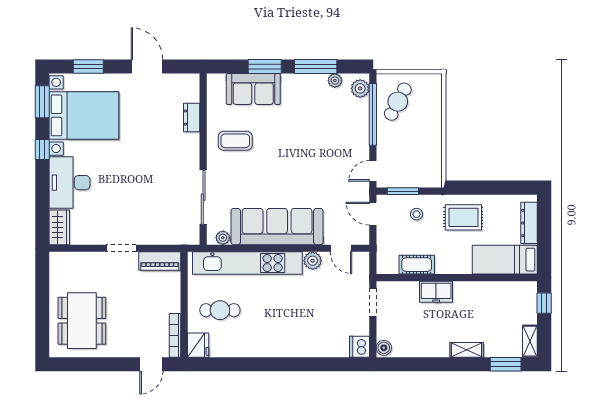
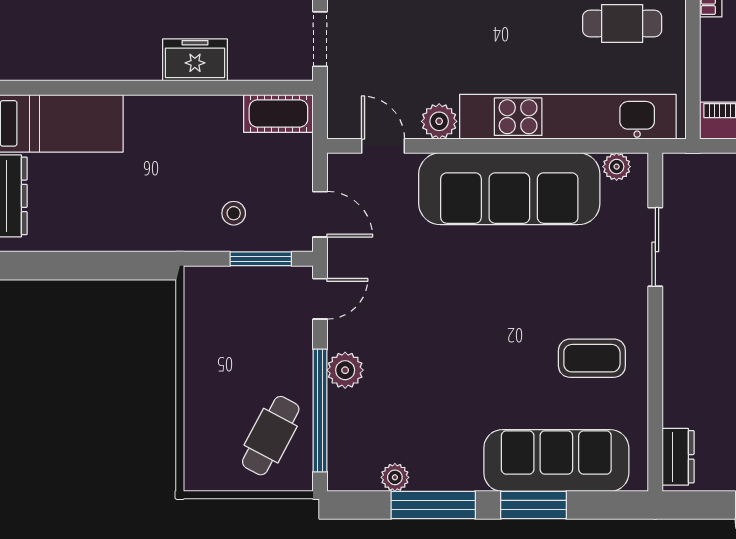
plant: (360, 88) -> (345, 370), moved
sofa: (253, 89) -> (556, 461), width x1.36
dresser: (192, 118) -> (678, 457), moved
sliding door: (203, 197) -> (655, 247), width x0.73
rug: (463, 217) -> (141, 207), removed
cot: (417, 265) -> (278, 114), moved

